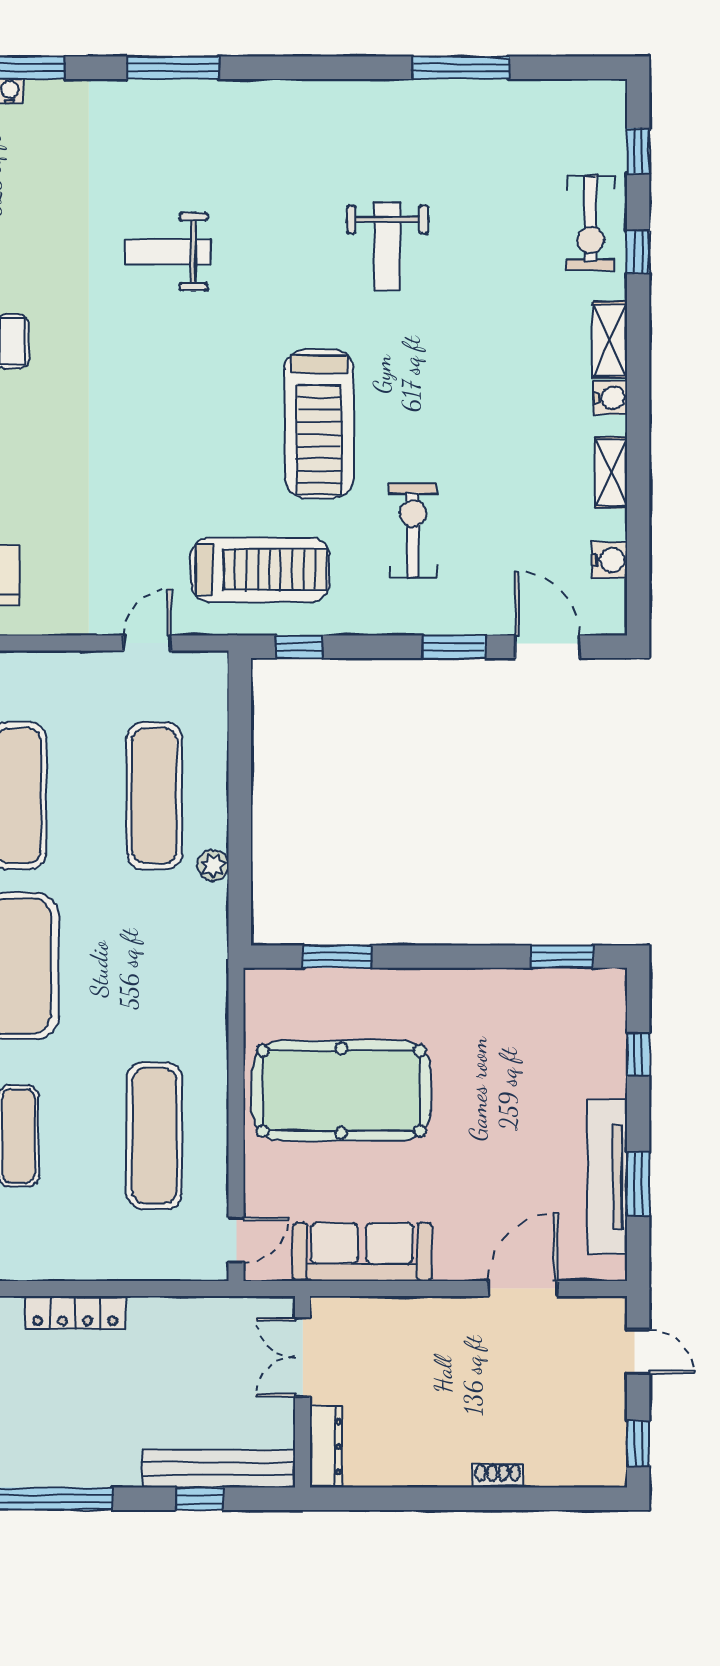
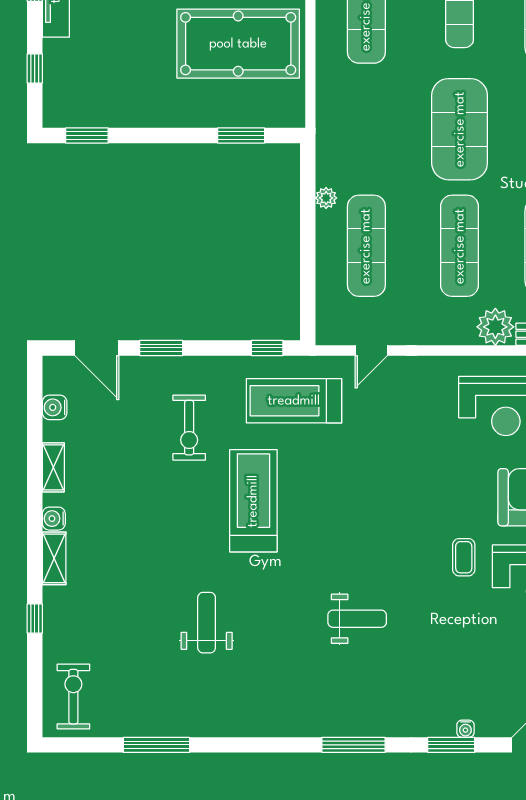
window: (638, 151) -> (35, 688), removed
exercise bike: (591, 223) -> (73, 697), moved

